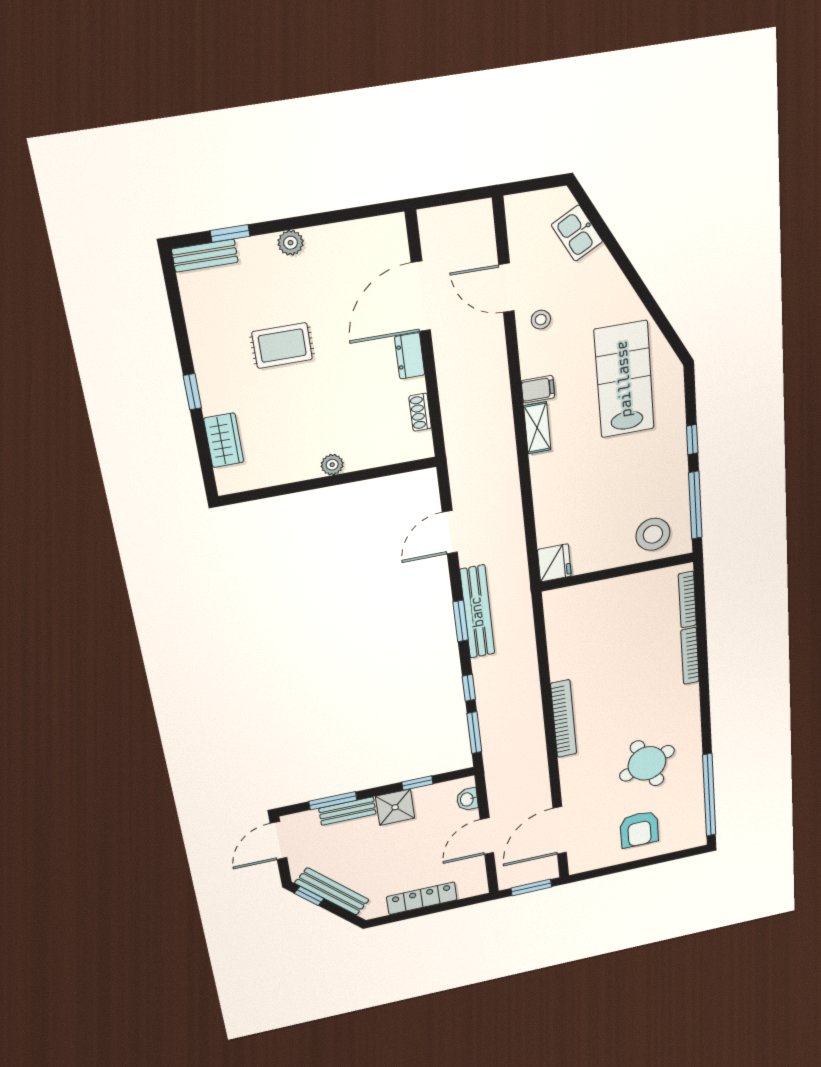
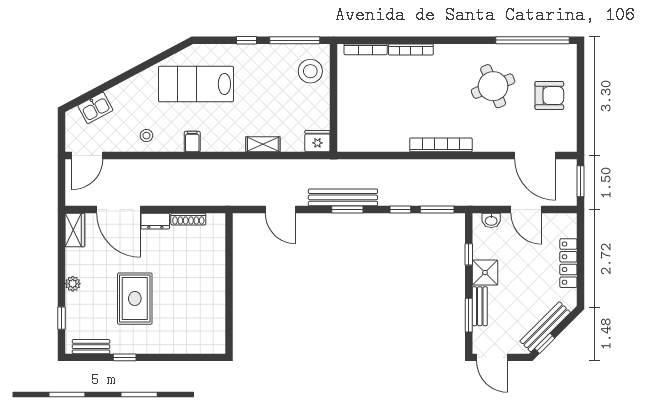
bench: (205, 256) -> (91, 347), moved, turned 90
door: (506, 288) -> (87, 156), moved
rug: (282, 346) -> (135, 299), width x1.36, depth x1.43
window: (192, 392) -> (125, 357), moved
shoe rack: (420, 412) -> (188, 219), width x1.43
shelving: (537, 428) -> (263, 144), moved
wardrobe: (224, 440) -> (75, 230), moved, turned 90
plant: (332, 465) -> (218, 279), removed

